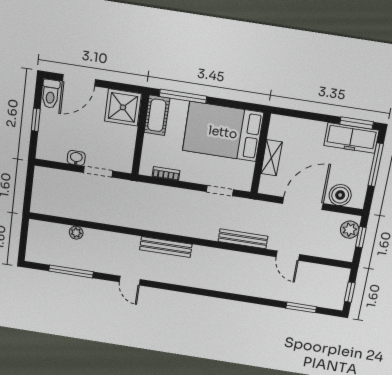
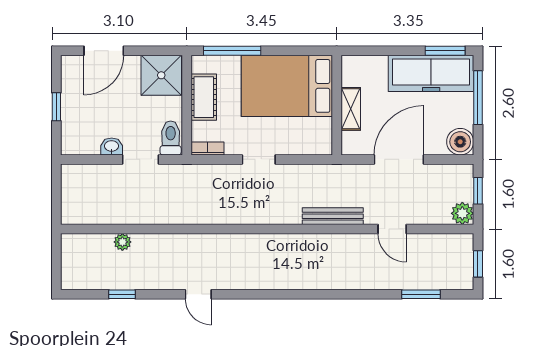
toilet: (51, 94) -> (171, 138), moved, turned 180
cot: (157, 115) -> (204, 97), moved
freezer: (351, 138) -> (431, 73), width x1.36, depth x1.26
bookcase: (166, 174) -> (208, 149), moved
doorway: (220, 191) -> (259, 159), moved
boiler: (340, 195) -> (460, 142), moved
plant: (350, 230) -> (462, 213), moved
bench: (166, 247) -> (238, 242), removed
window: (71, 271) -> (122, 294), width x0.46

